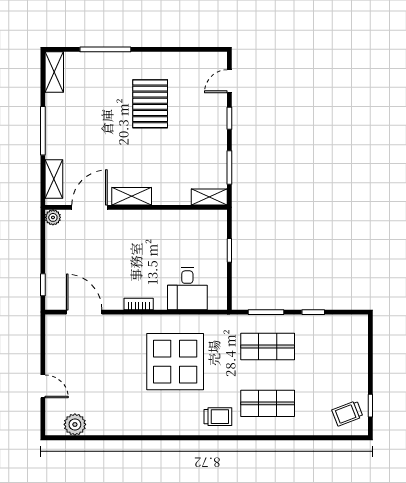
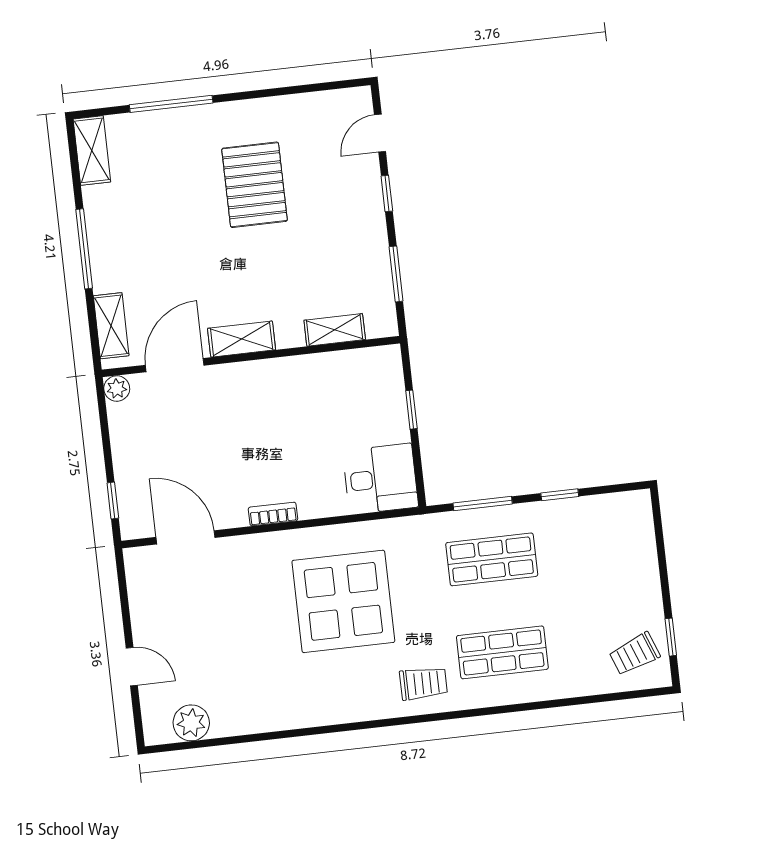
shelving: (209, 197) -> (335, 330), moved
desk: (187, 289) -> (380, 479), moved, turned -90

